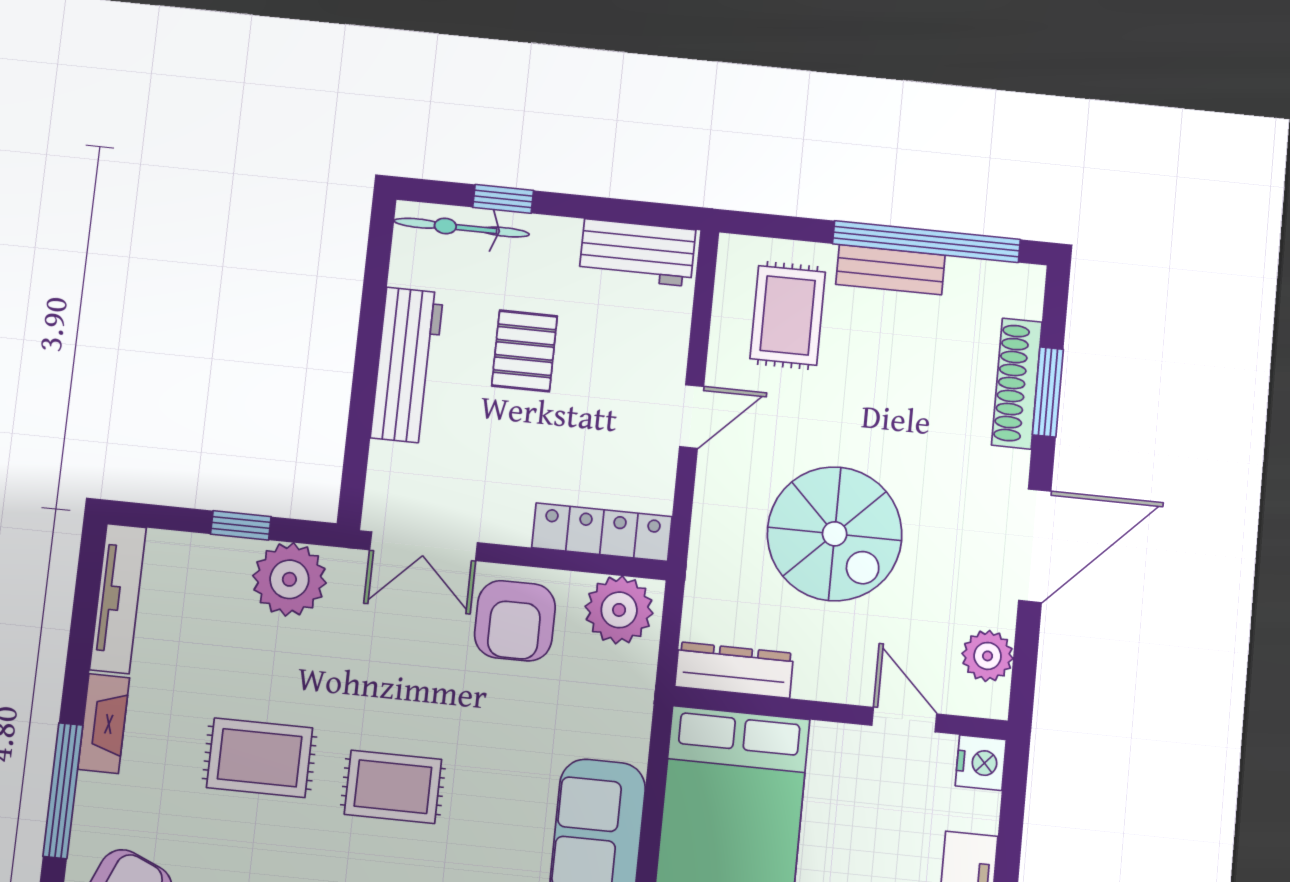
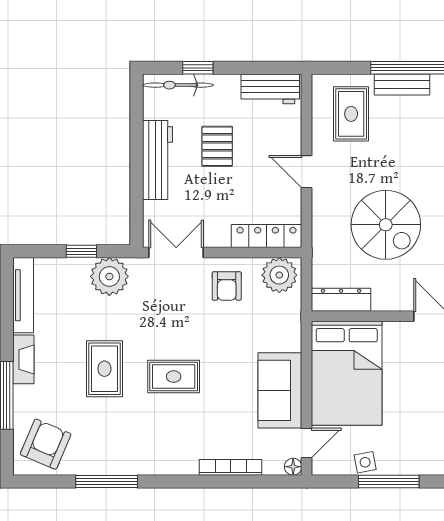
door: (692, 417) -> (307, 172), swing flipped
double door: (424, 546) -> (176, 253), swing flipped
armchair: (515, 621) -> (227, 286), width x0.72, depth x0.72
rug: (260, 758) -> (104, 369), turned 90

